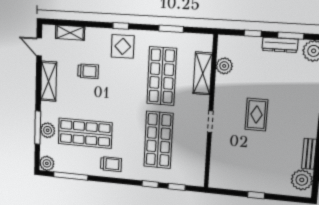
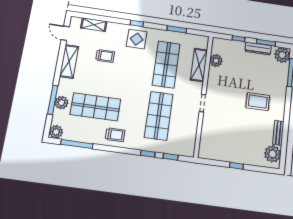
rug: (256, 115) -> (258, 102), moved, turned 90

